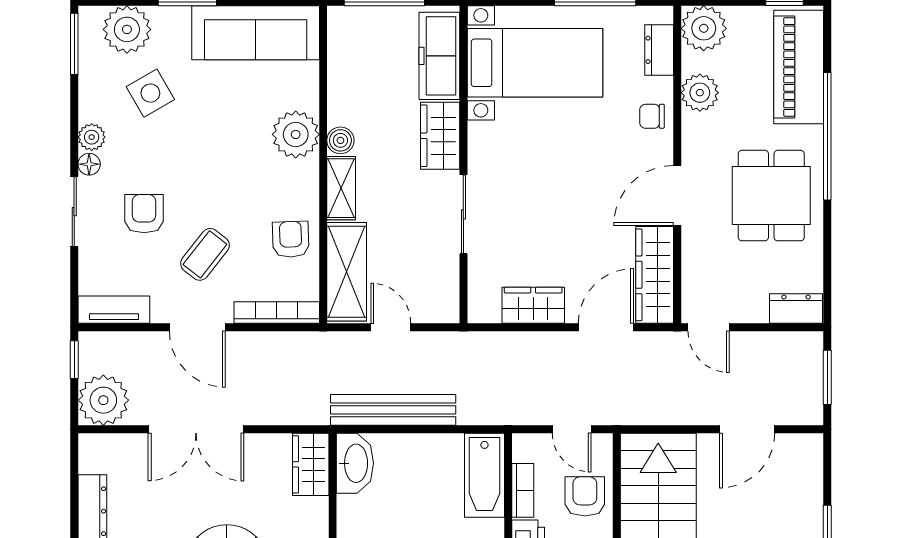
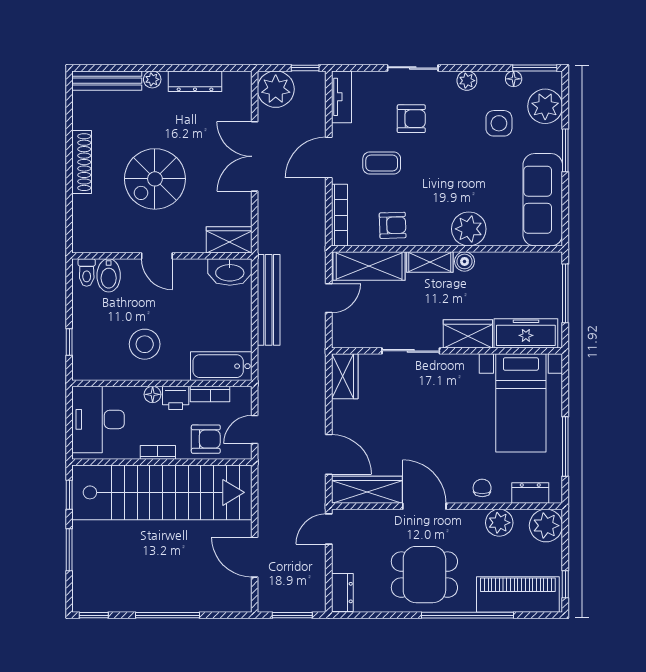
side table: (150, 93) -> (499, 123), turned 30
floor lamp: (89, 164) -> (514, 79), moved
coffee table: (205, 254) -> (382, 163), turned -38
wardrobe: (533, 305) -> (345, 376), moved

